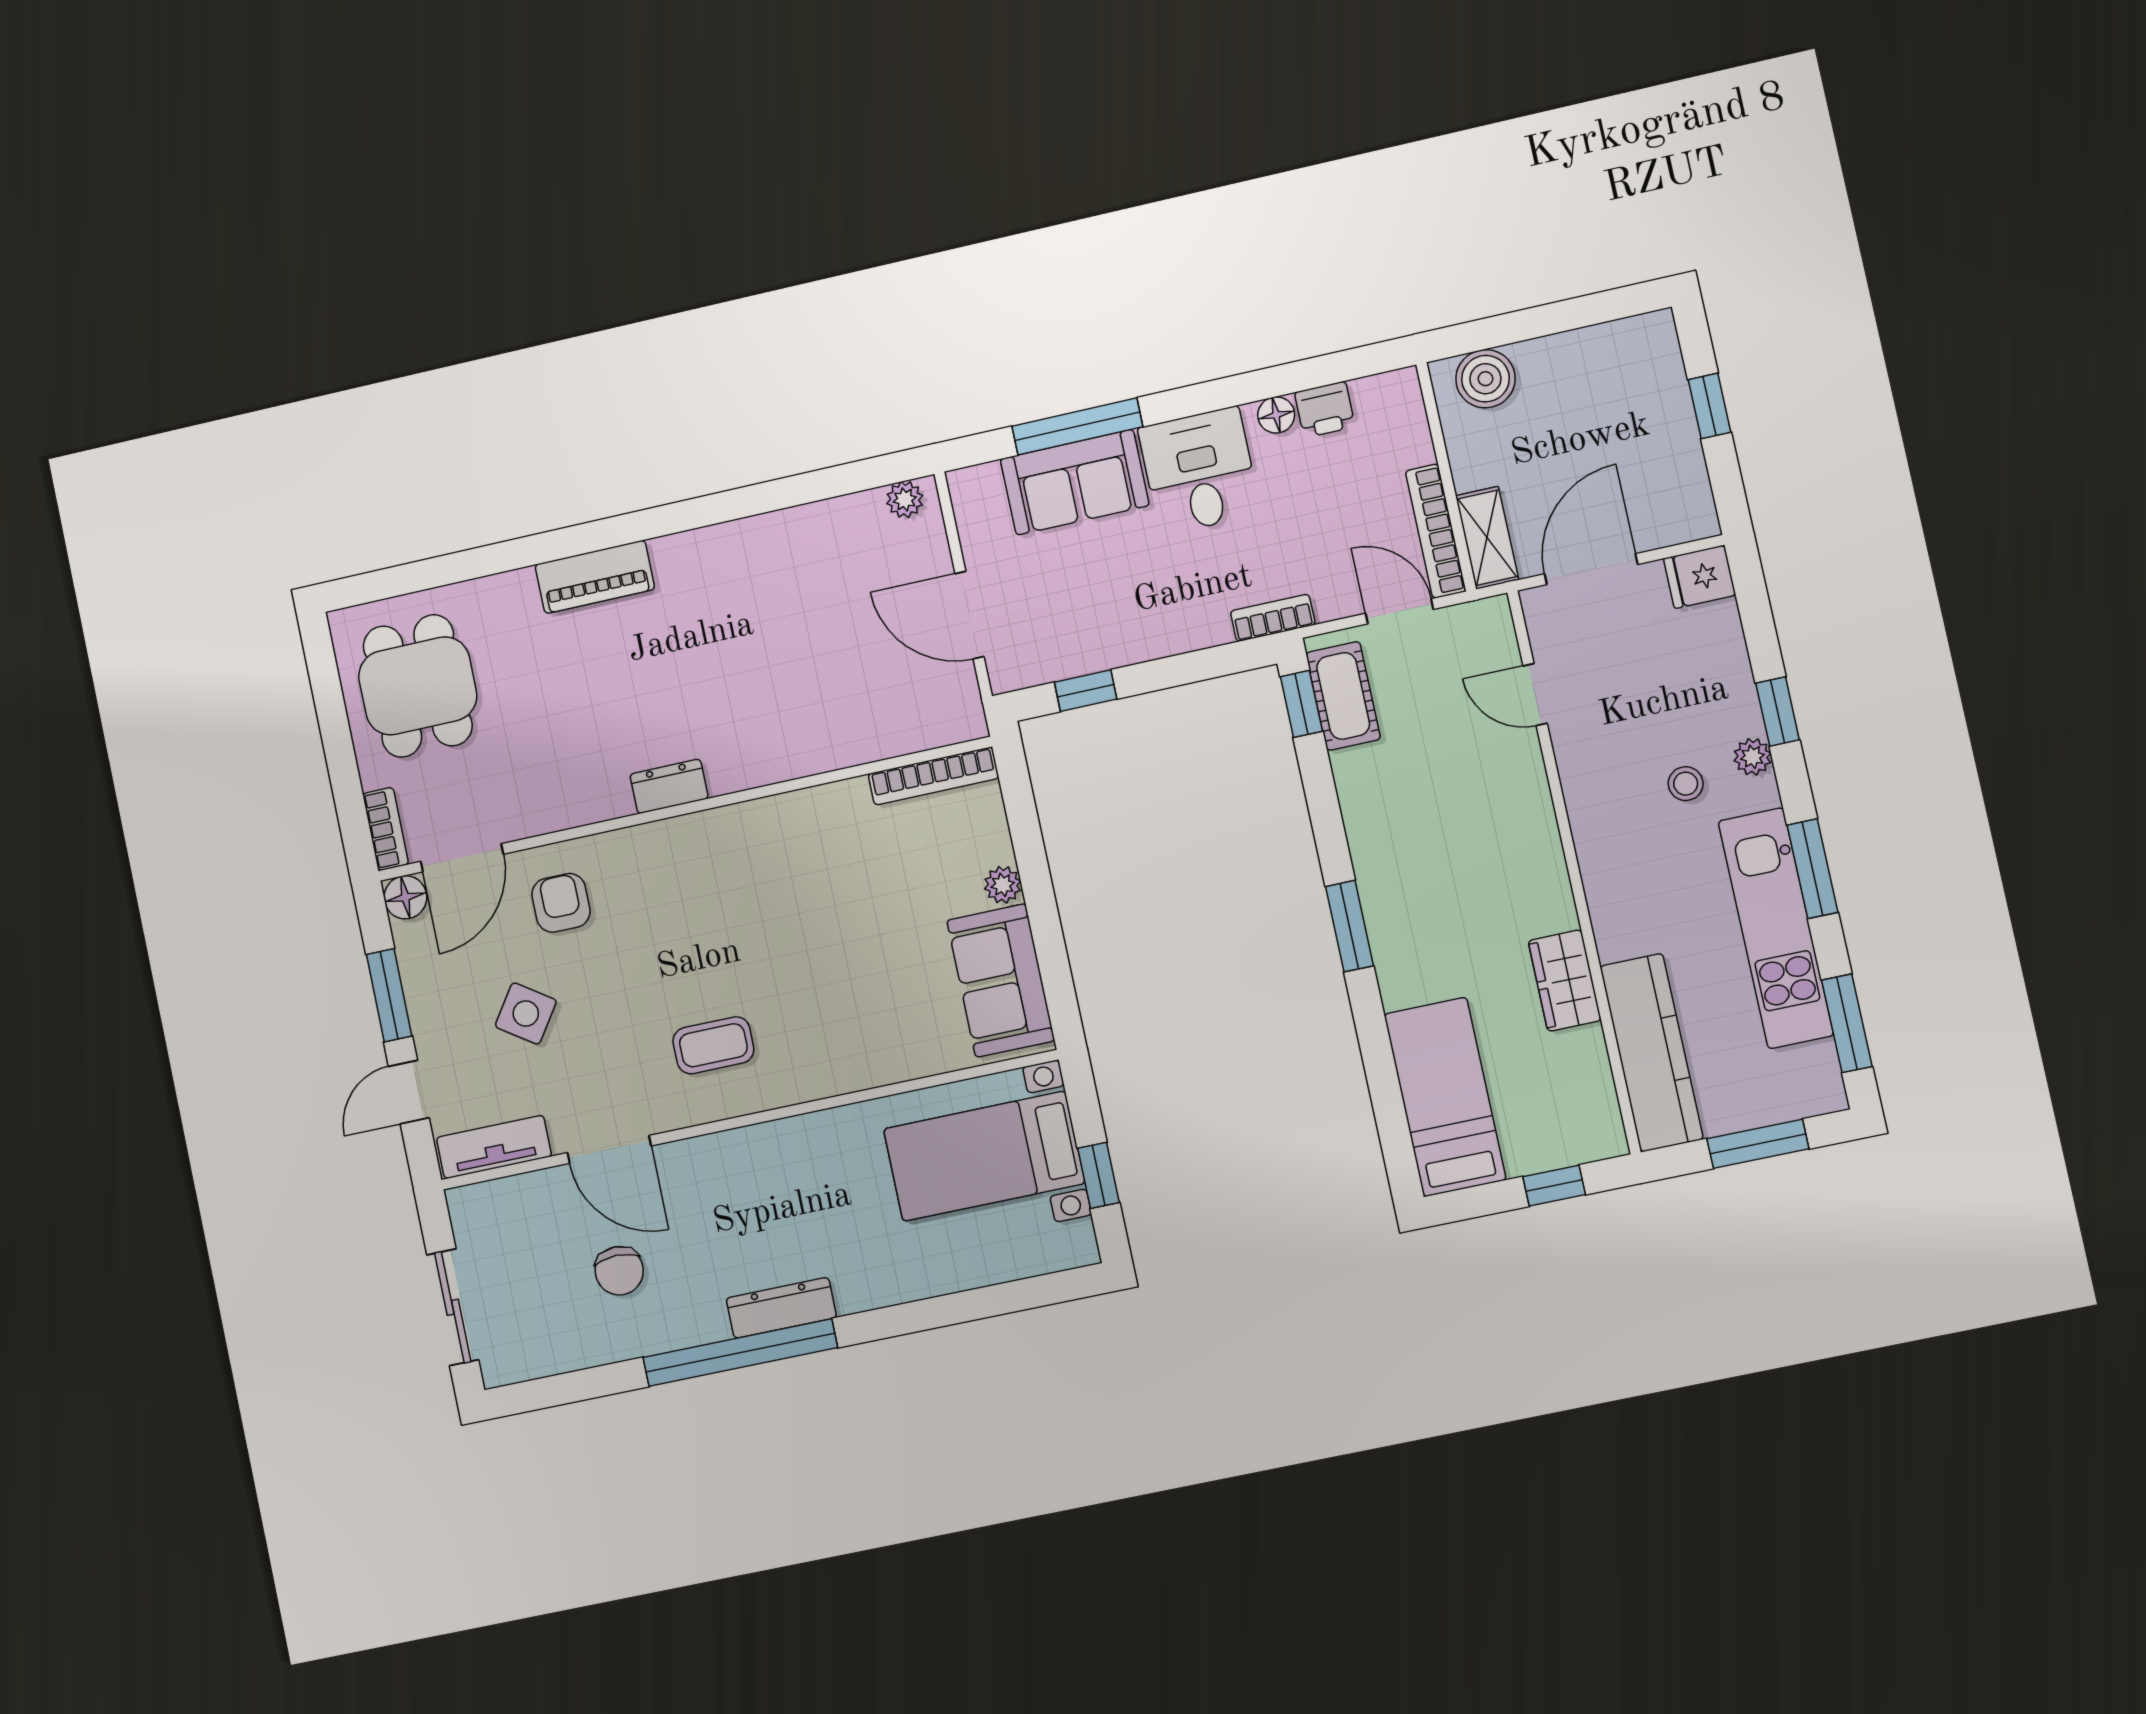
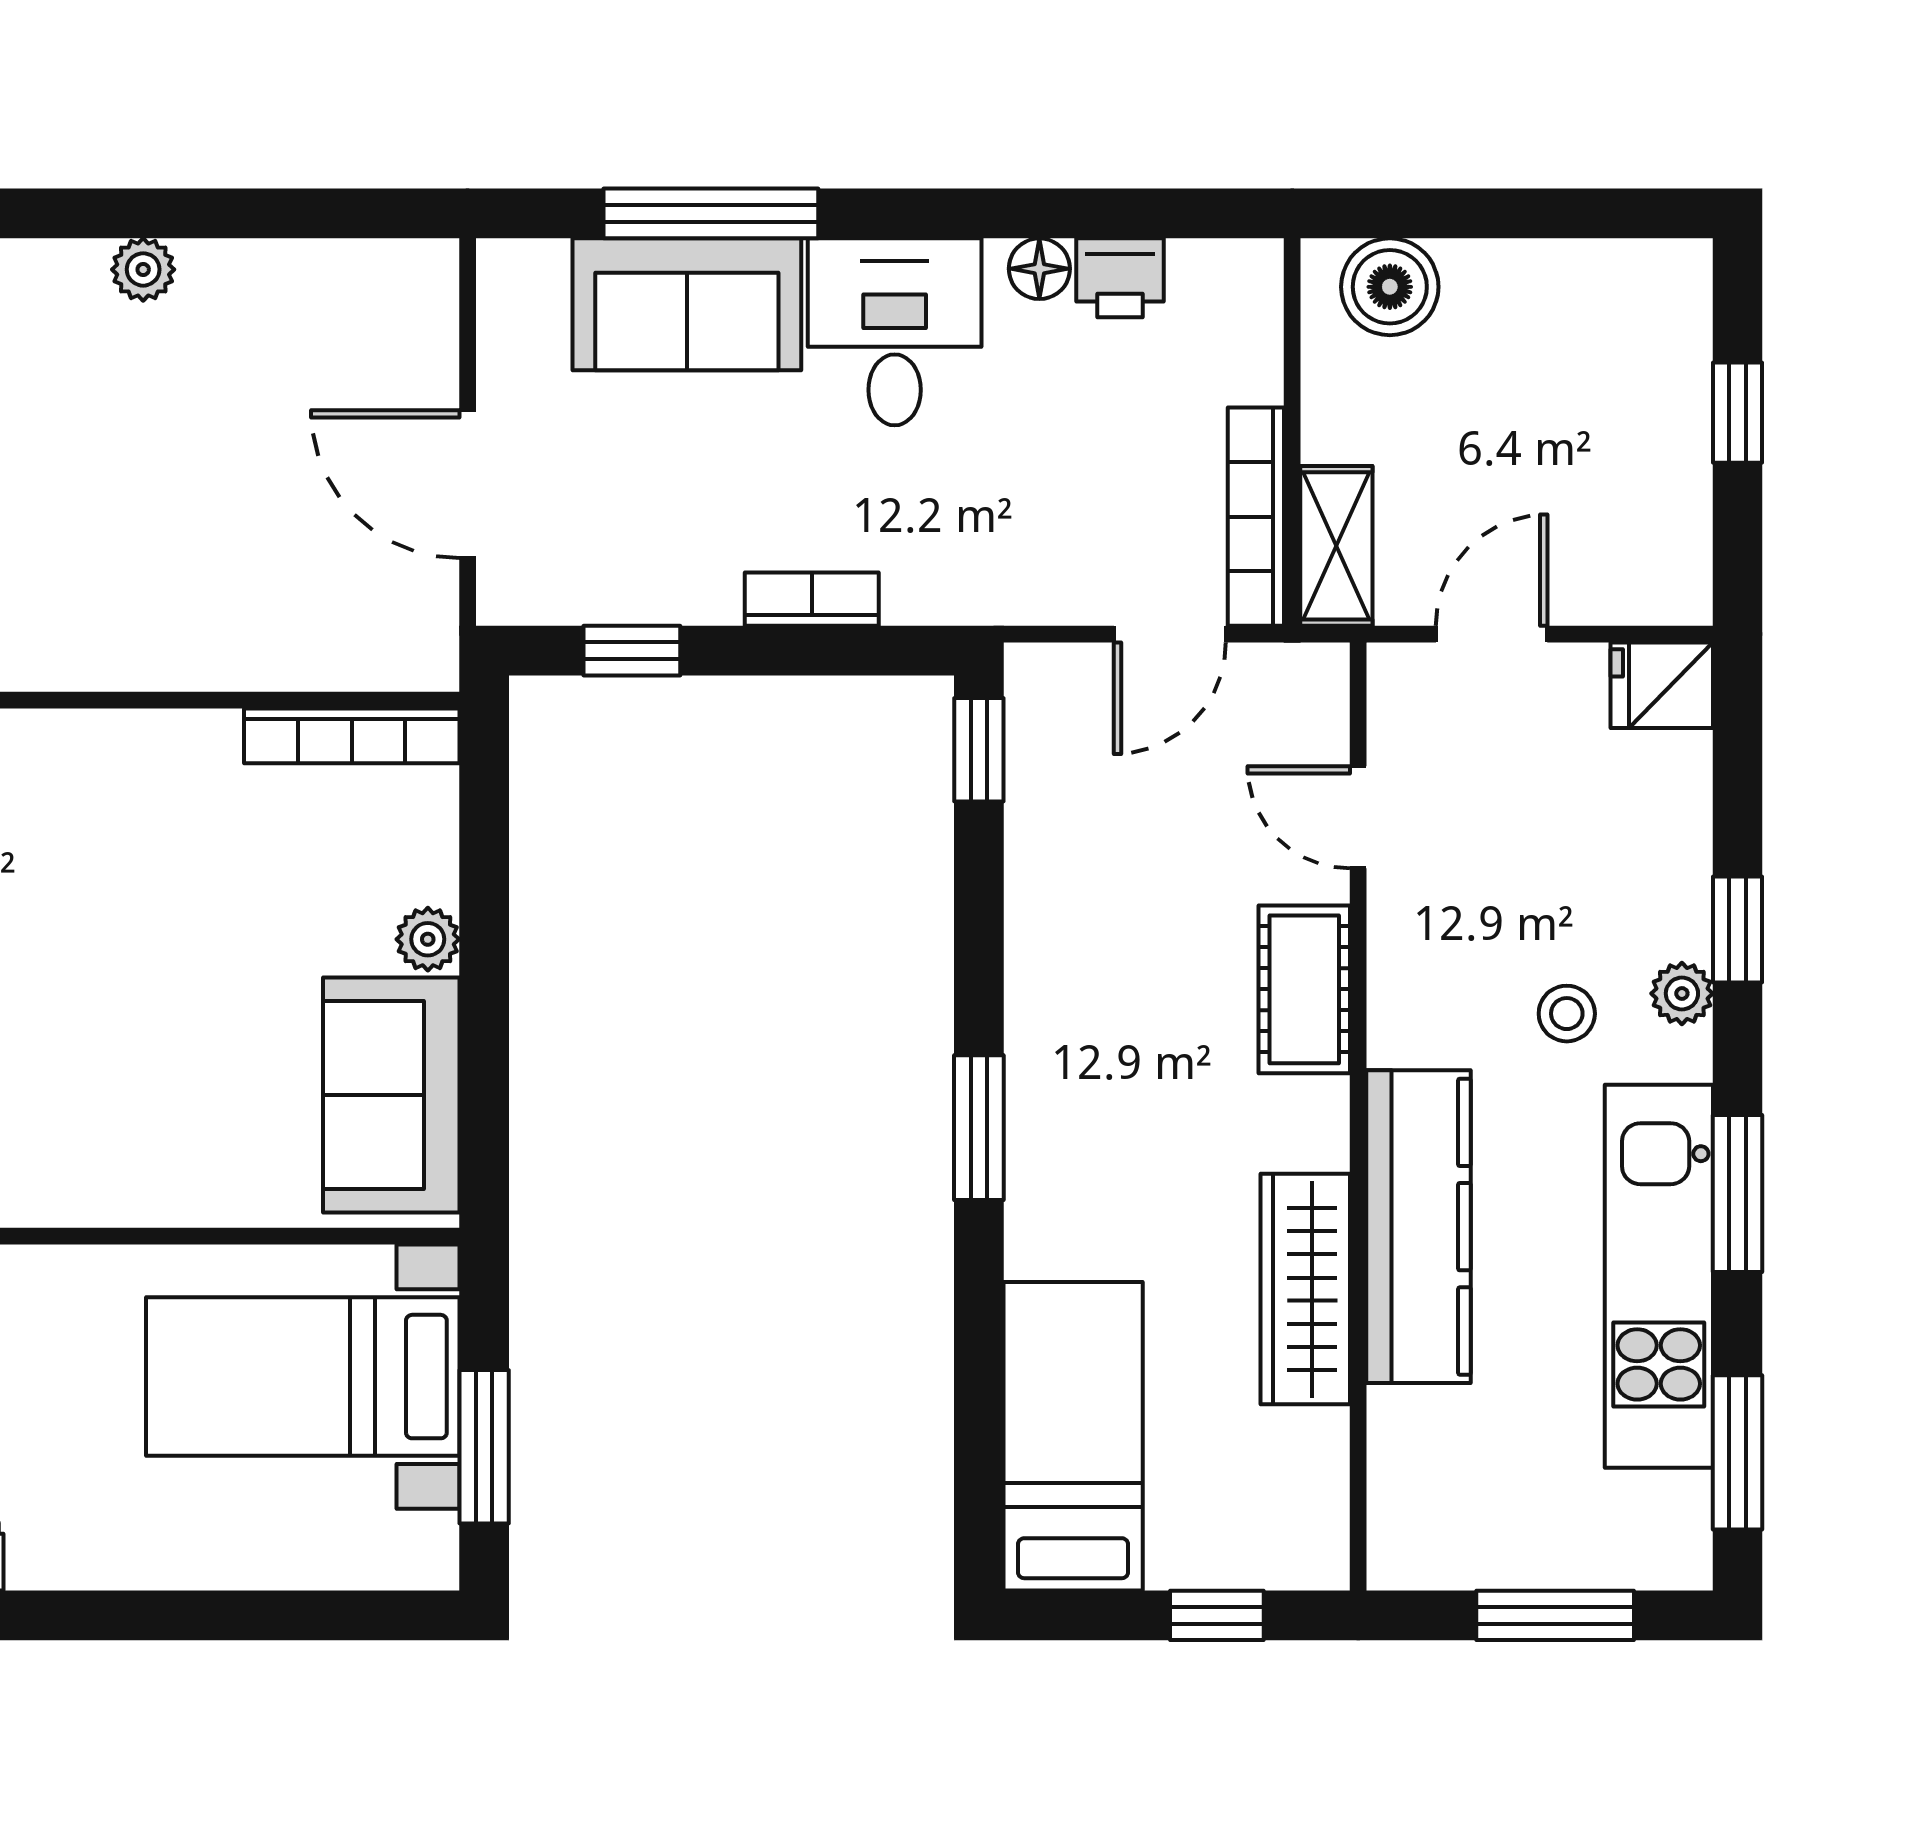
plant: (905, 500) -> (143, 269), moved
door: (1591, 569) -> (1492, 634), width x0.73
door: (1400, 611) -> (1170, 634), swing flipped
bookcase: (1273, 618) -> (812, 599), moved
cot: (1343, 696) -> (1304, 989), moved
wardrobe: (1565, 981) -> (1305, 1289), width x1.50
kitchen counter: (1652, 1053) -> (1419, 1227), moved
window: (1099, 1175) -> (484, 1447), width x1.50

